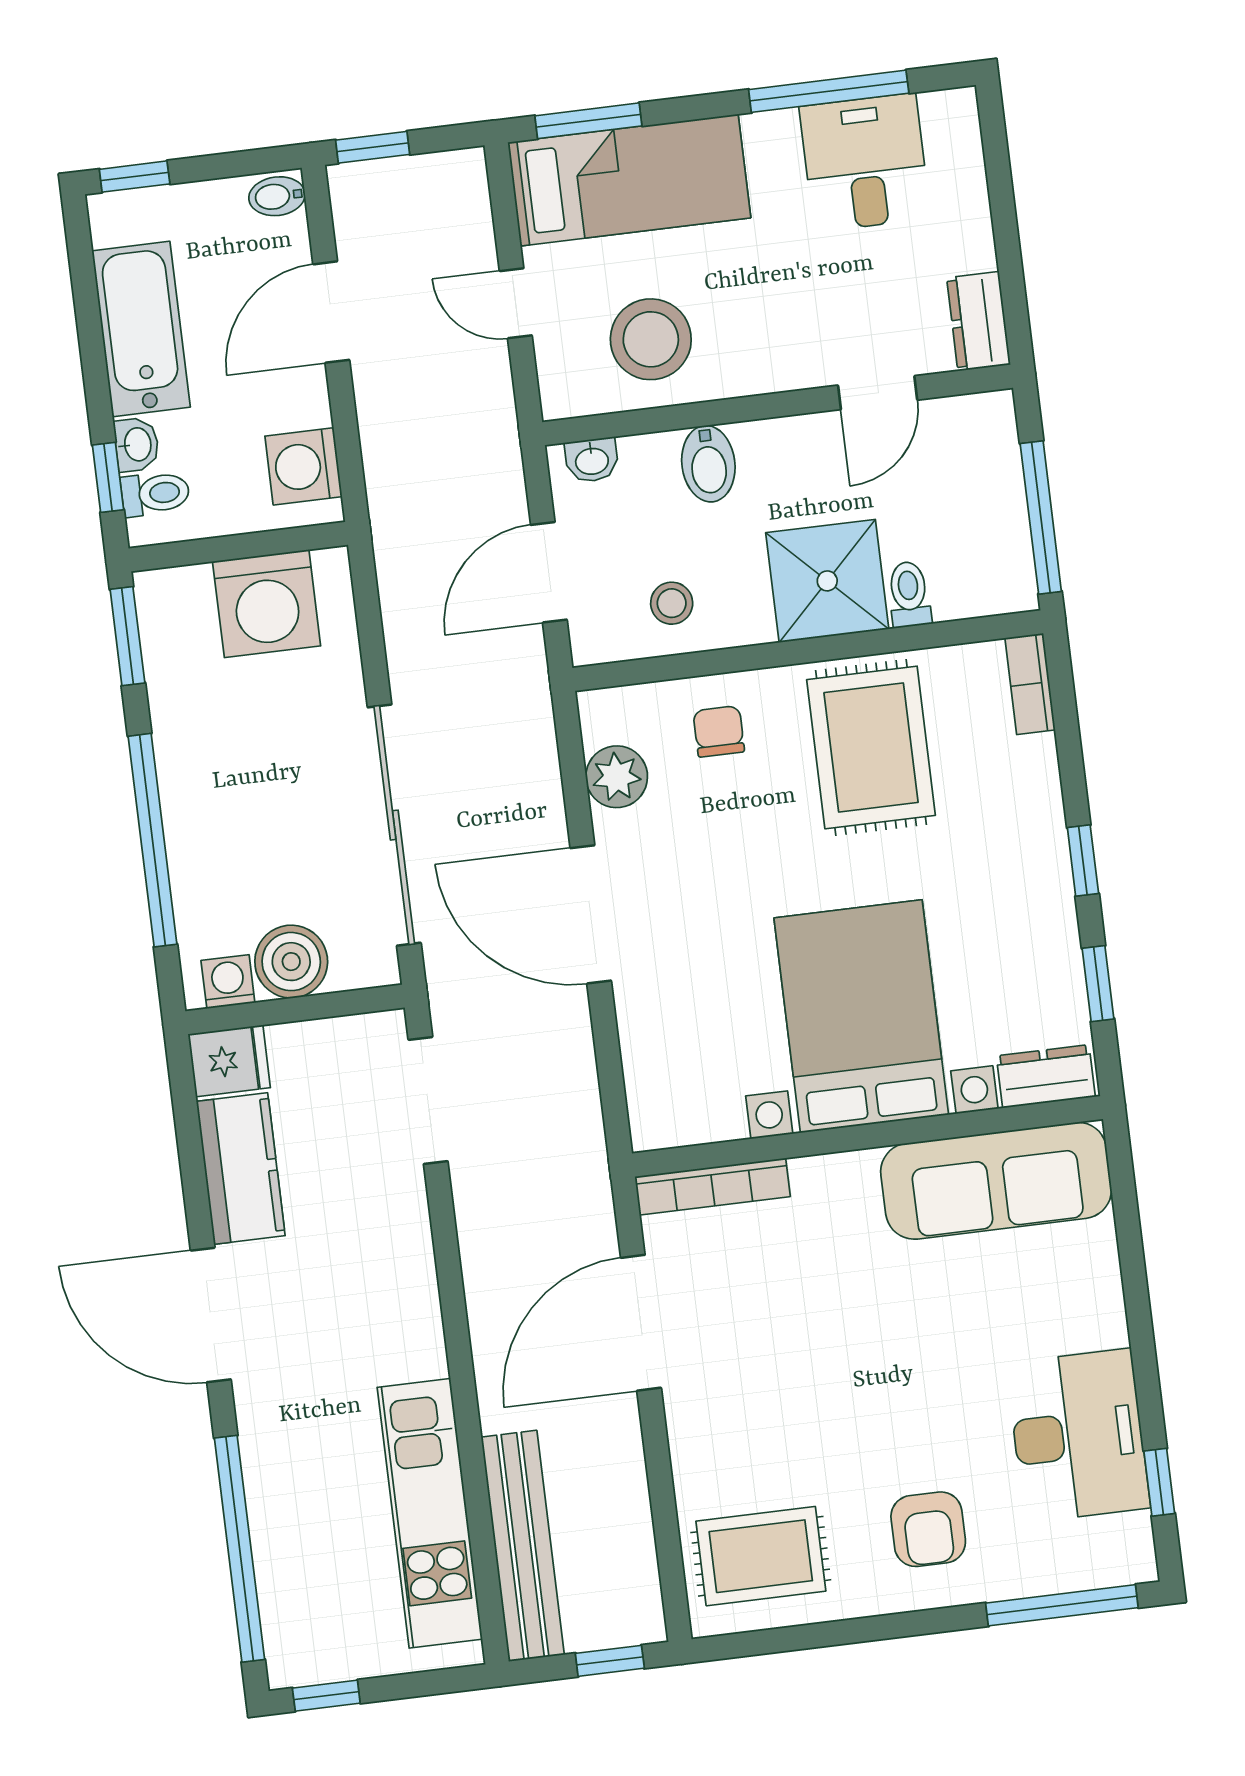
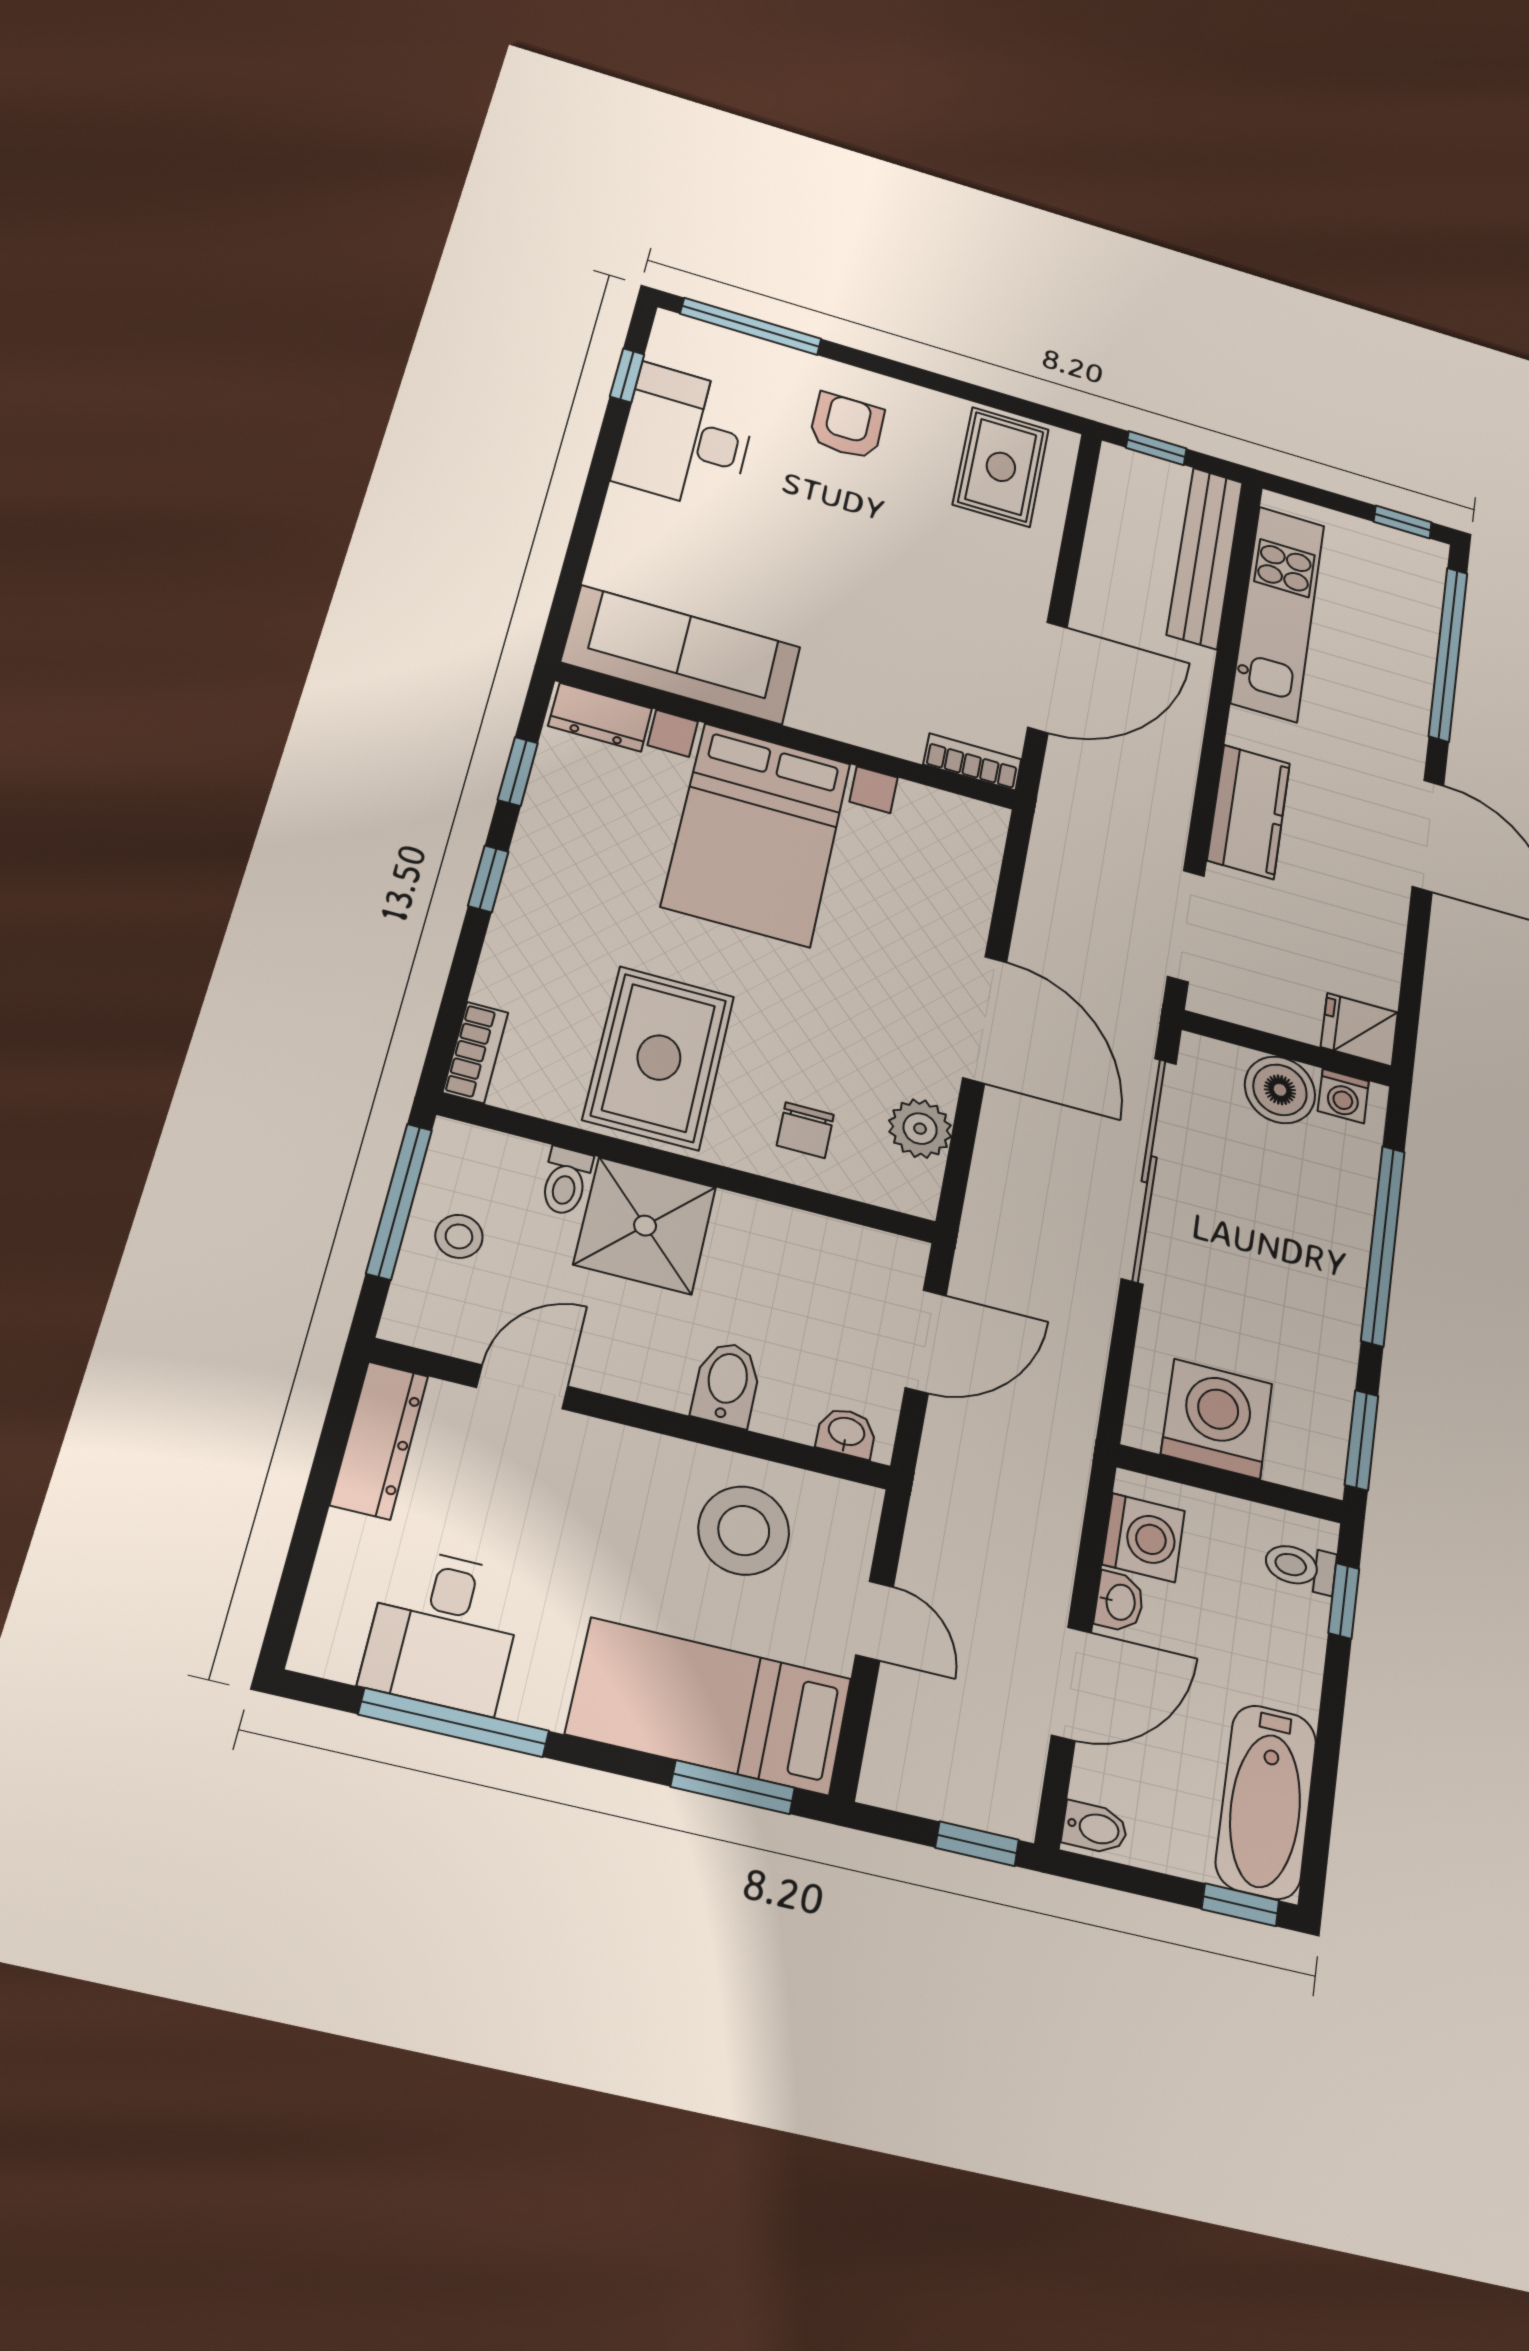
dresser: (978, 321) -> (379, 1440), width x1.44
bathtub: (141, 329) -> (1266, 1801), moved
washbasin: (137, 444) -> (1119, 1602), moved, turned 180
stool: (672, 603) -> (459, 1236), moved
kitchen counter: (241, 1169) -> (1249, 812), moved, turned 180
bookcase: (712, 1187) -> (972, 762), width x0.64
rug: (761, 1556) -> (1001, 467), turned 90

